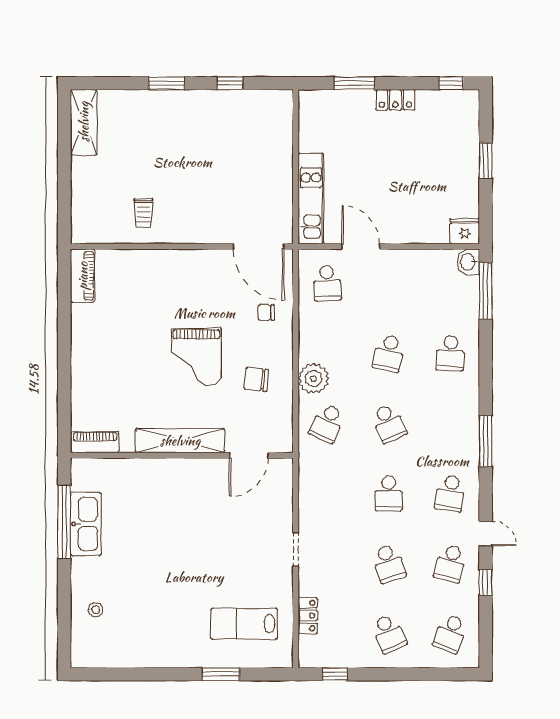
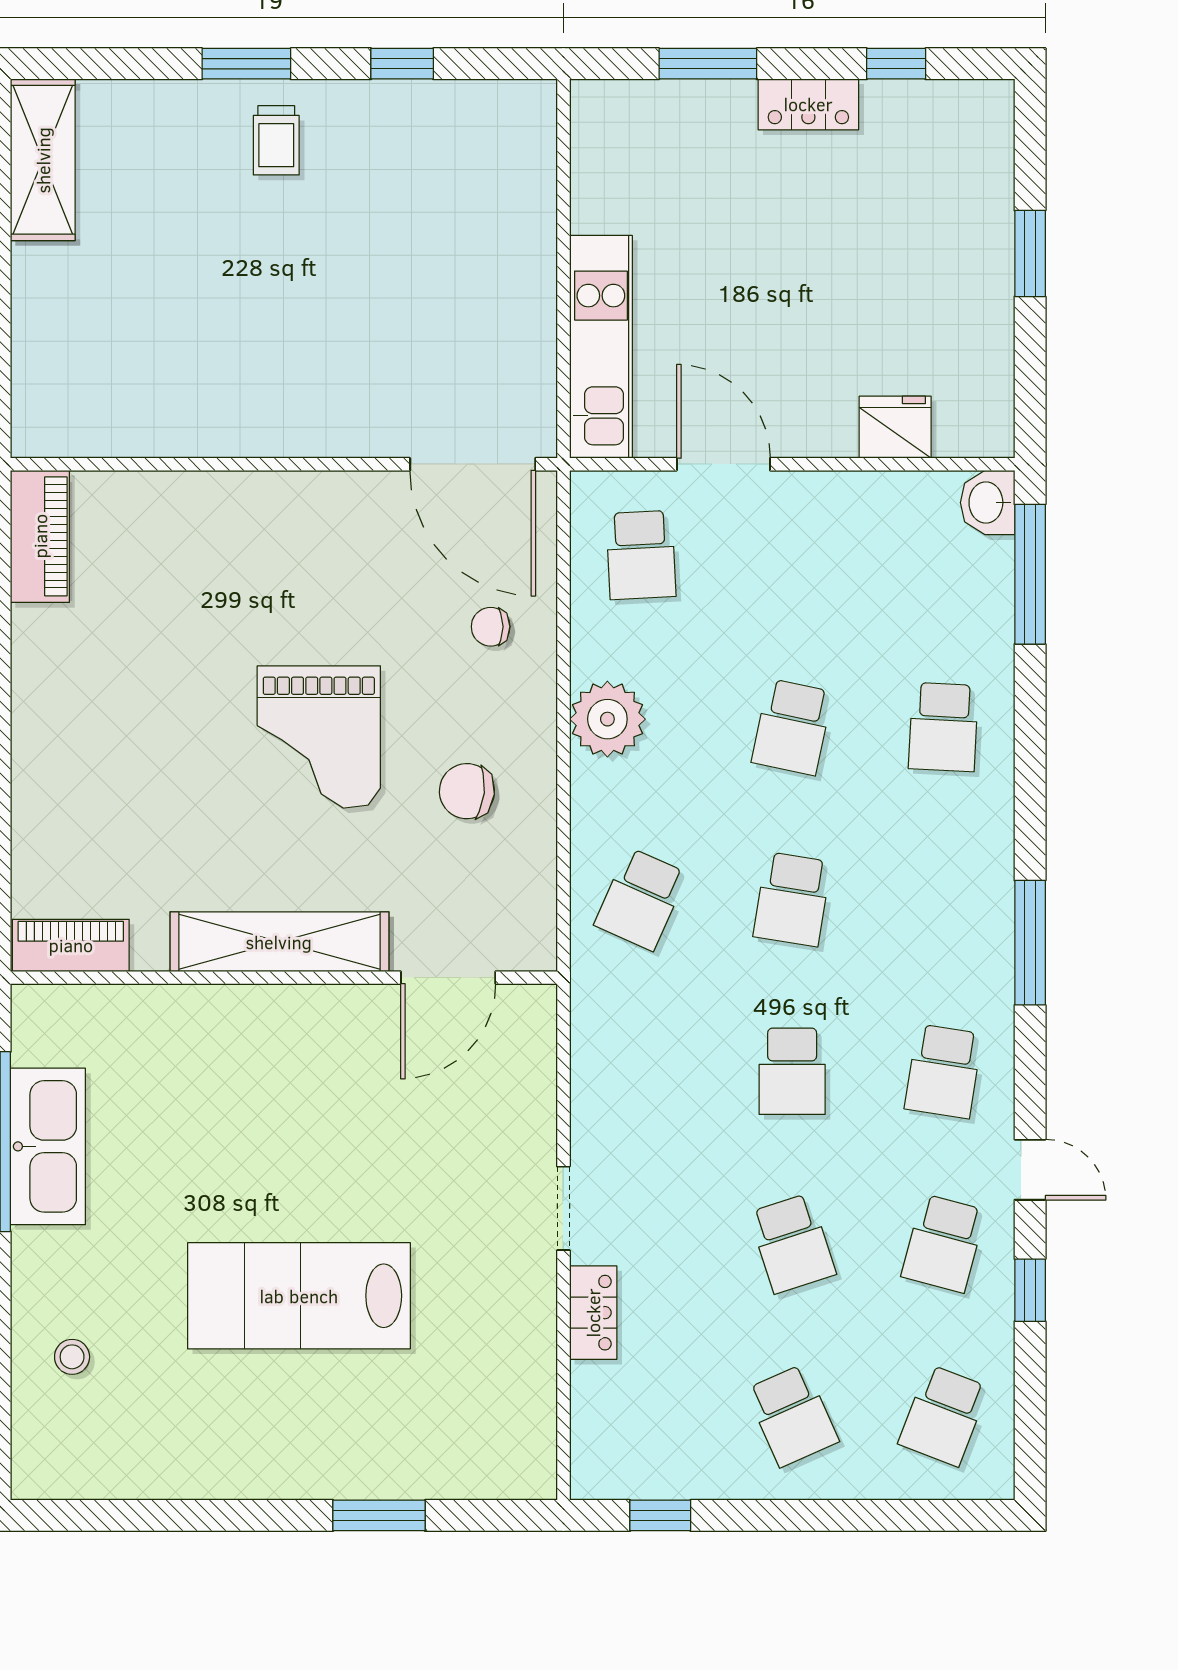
window: (451, 83) -> (896, 64), moved
trolley: (143, 213) -> (276, 140), moved
fridge: (465, 231) -> (895, 427), moved
plant: (314, 379) -> (607, 719), moved
school desk: (389, 423) -> (792, 899), turned 33
locker: (308, 616) -> (593, 1313), moved
lab bench: (244, 624) -> (299, 1296), moved, width x1.36, depth x1.39

